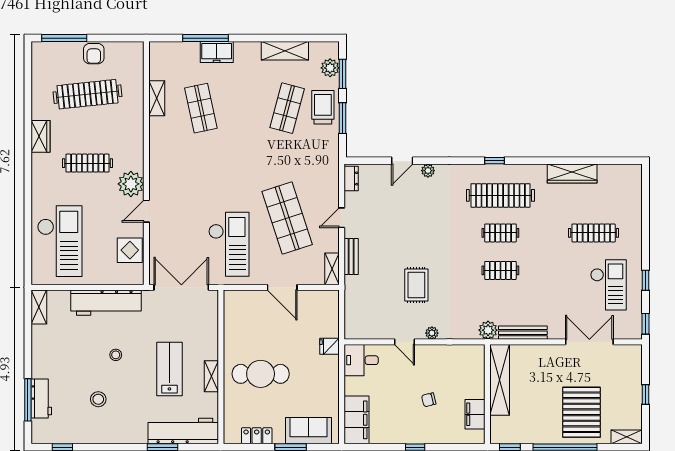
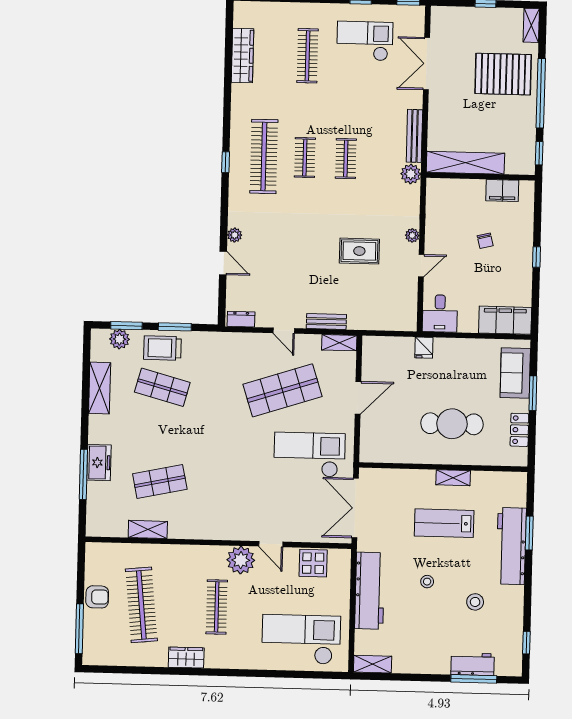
wardrobe: (572, 173) -> (242, 56), moved
cafe table: (261, 374) -> (452, 424), turned 90
workbench: (183, 431) -> (511, 546), moved

